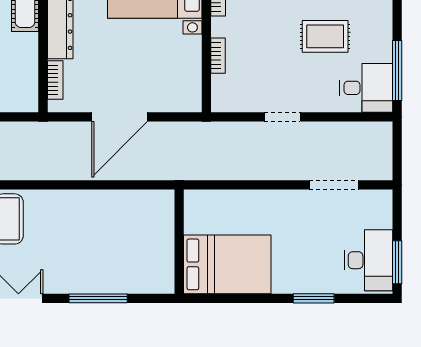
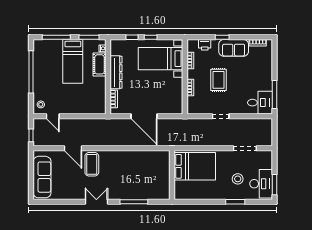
rug: (325, 36) -> (218, 80), moved, turned 90
door: (120, 117) -> (144, 116), hinge flipped
stool: (319, 250) -> (238, 179), added
bed: (227, 264) -> (195, 166), moved

